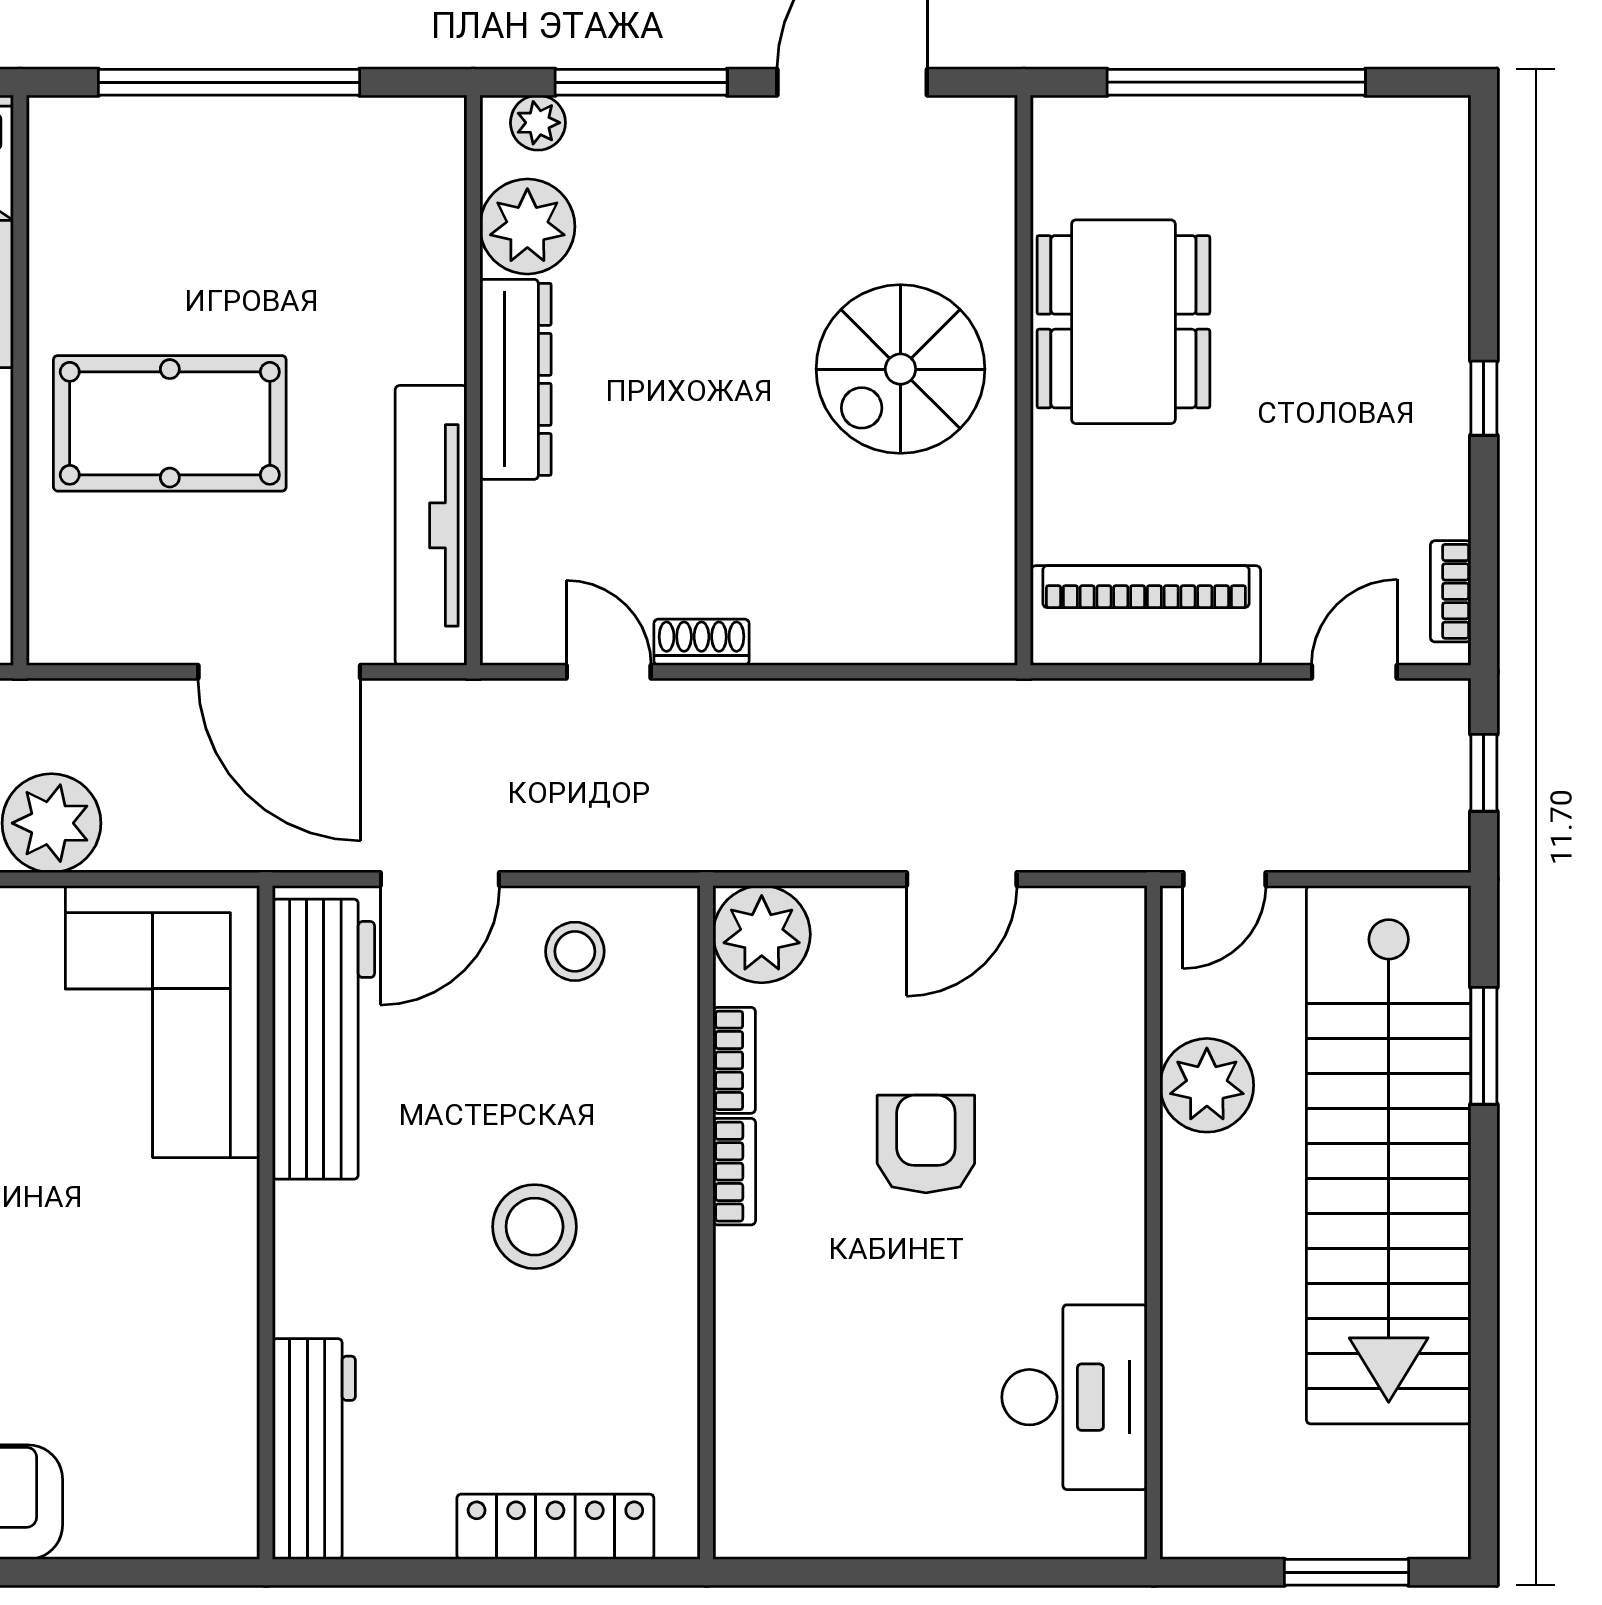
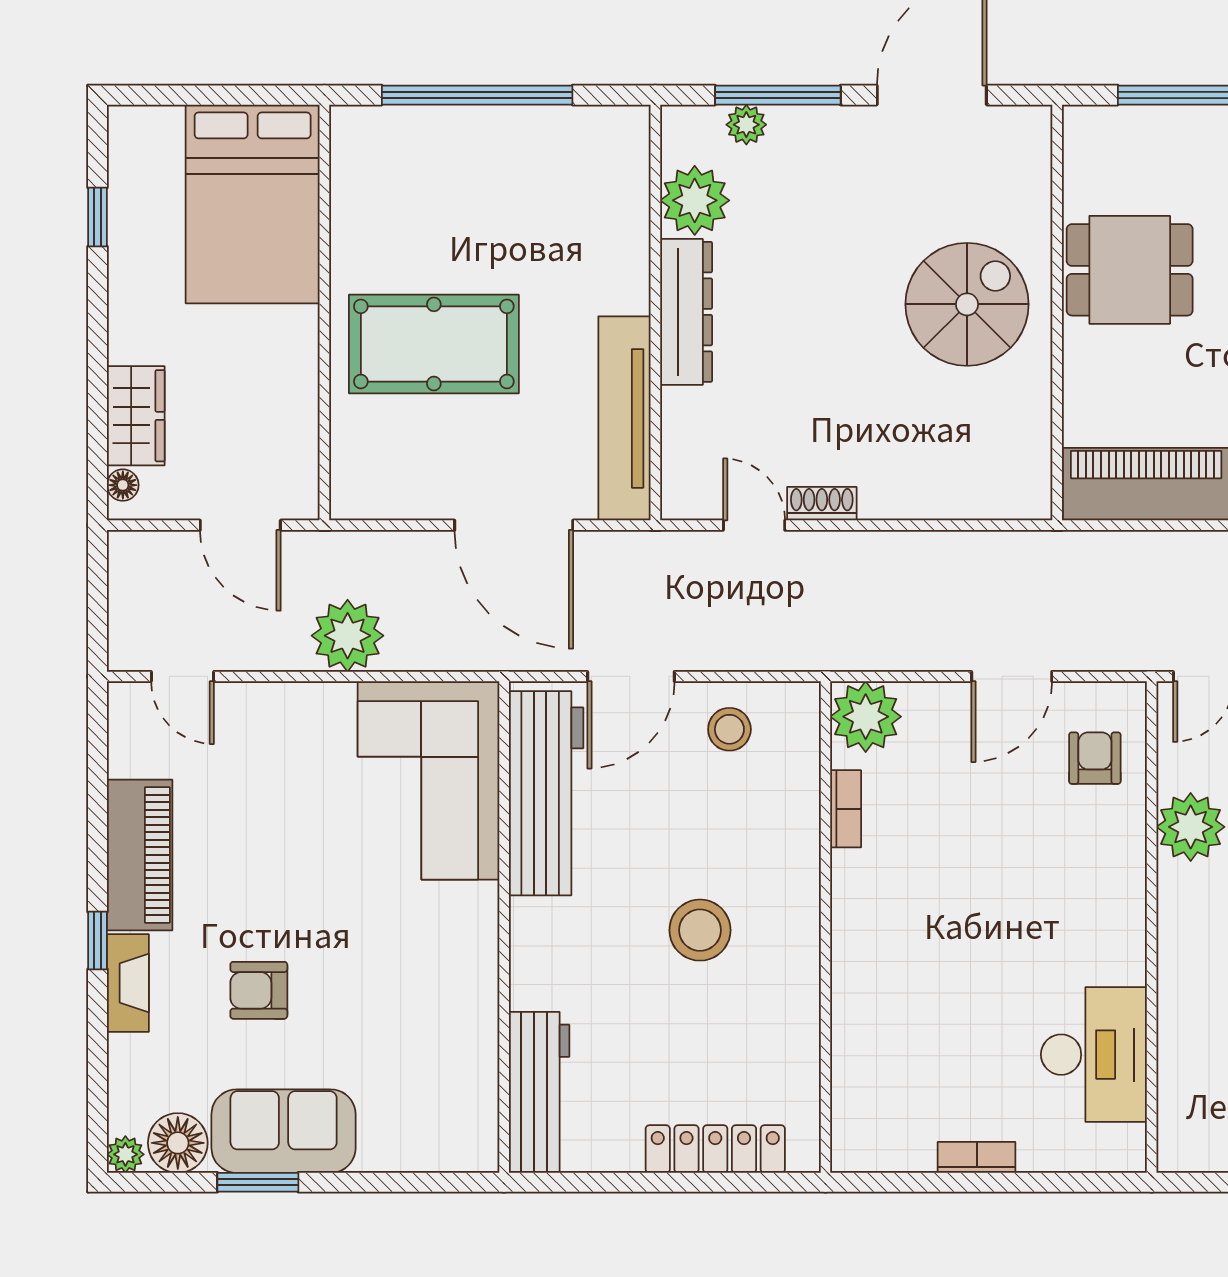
plant: (538, 123) -> (746, 125), moved
dining table: (1123, 322) -> (1130, 270), width x0.73
spiral stairs: (900, 369) -> (967, 304), turned 180
armchair: (926, 1144) -> (1095, 758), moved, width x0.72, depth x0.72
bookcase: (734, 1172) -> (977, 1157), moved, turned -90

